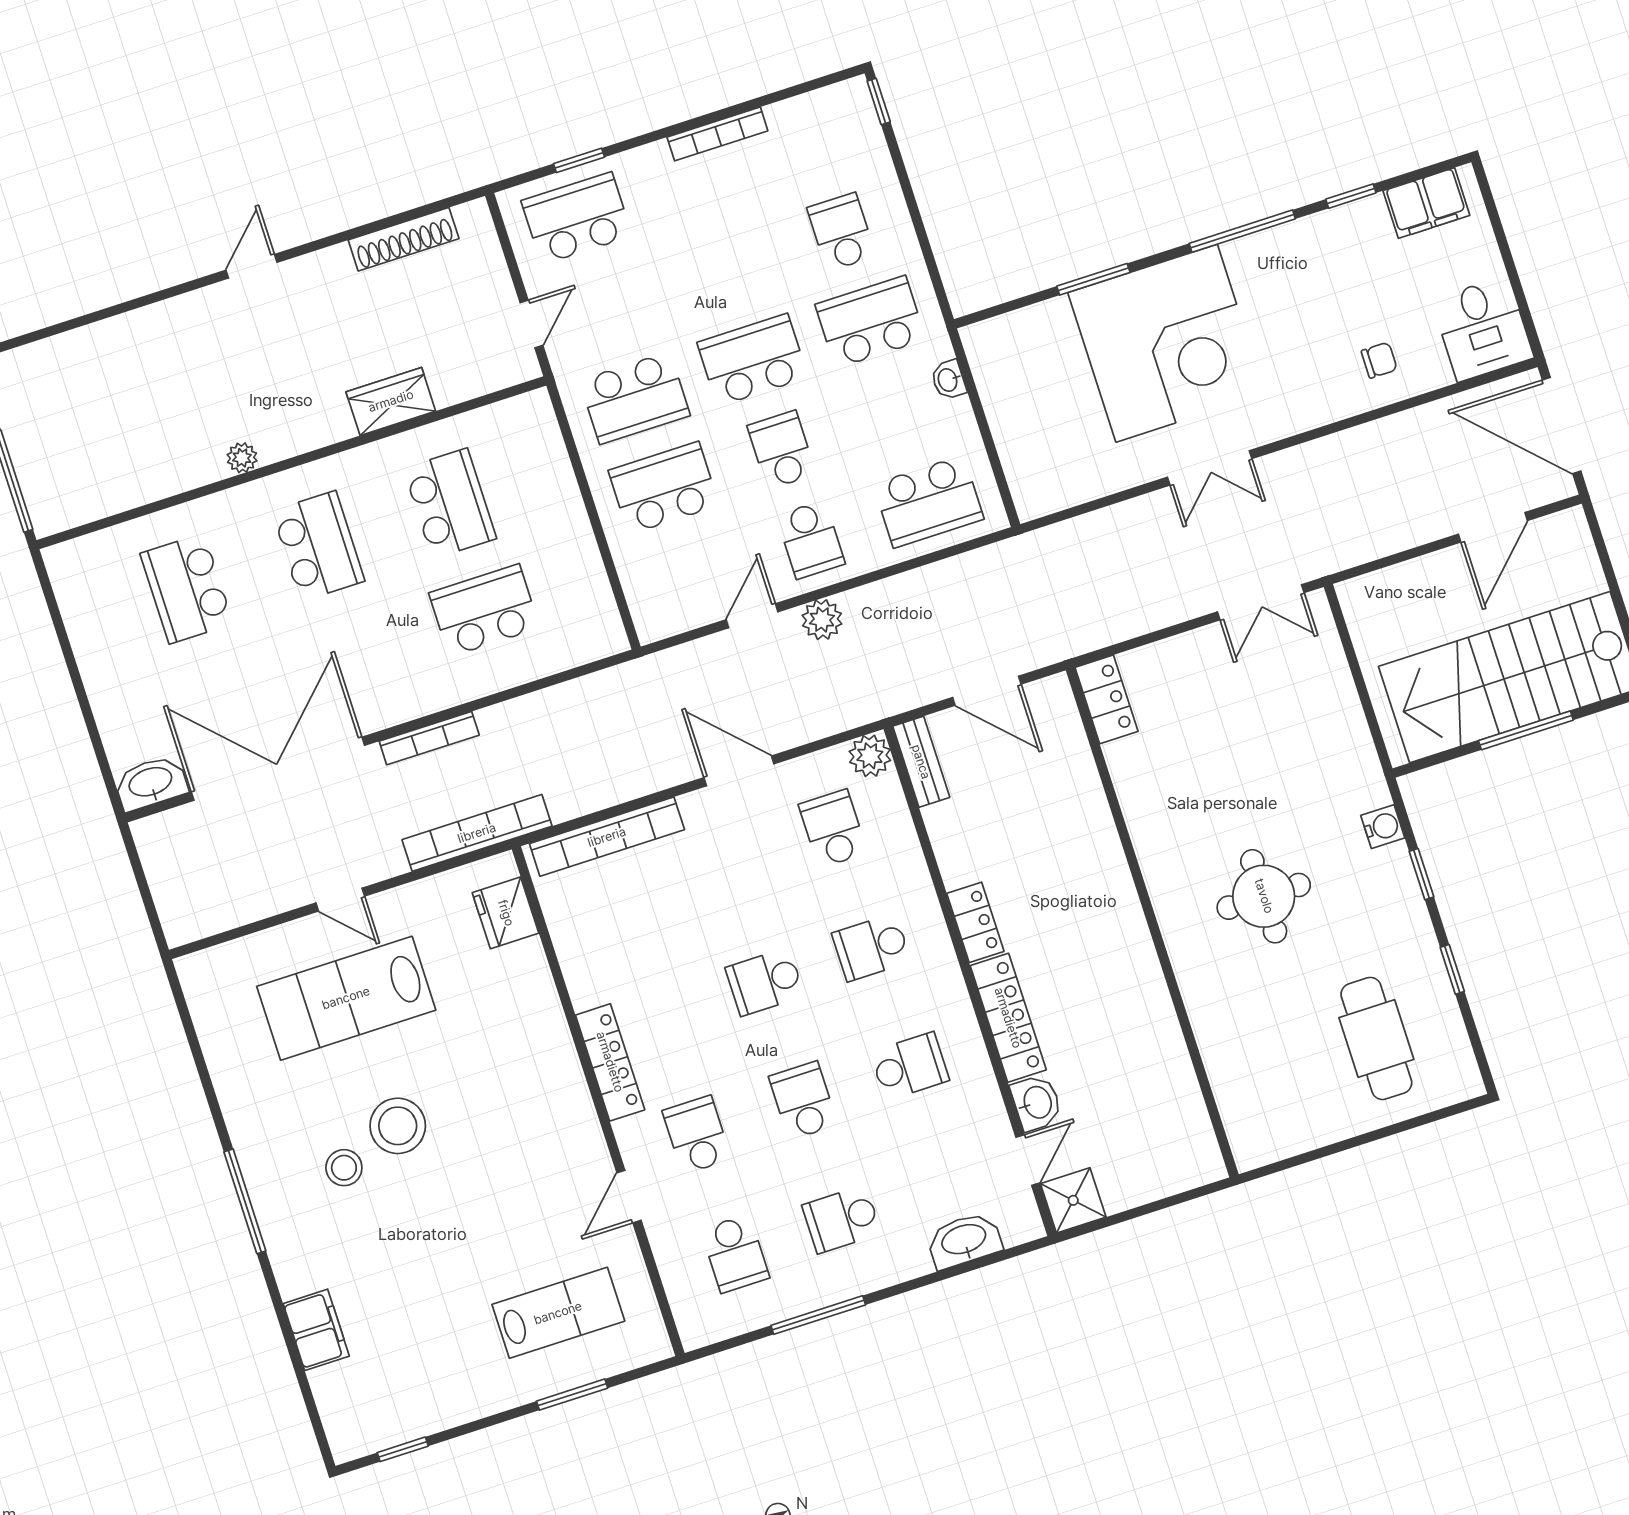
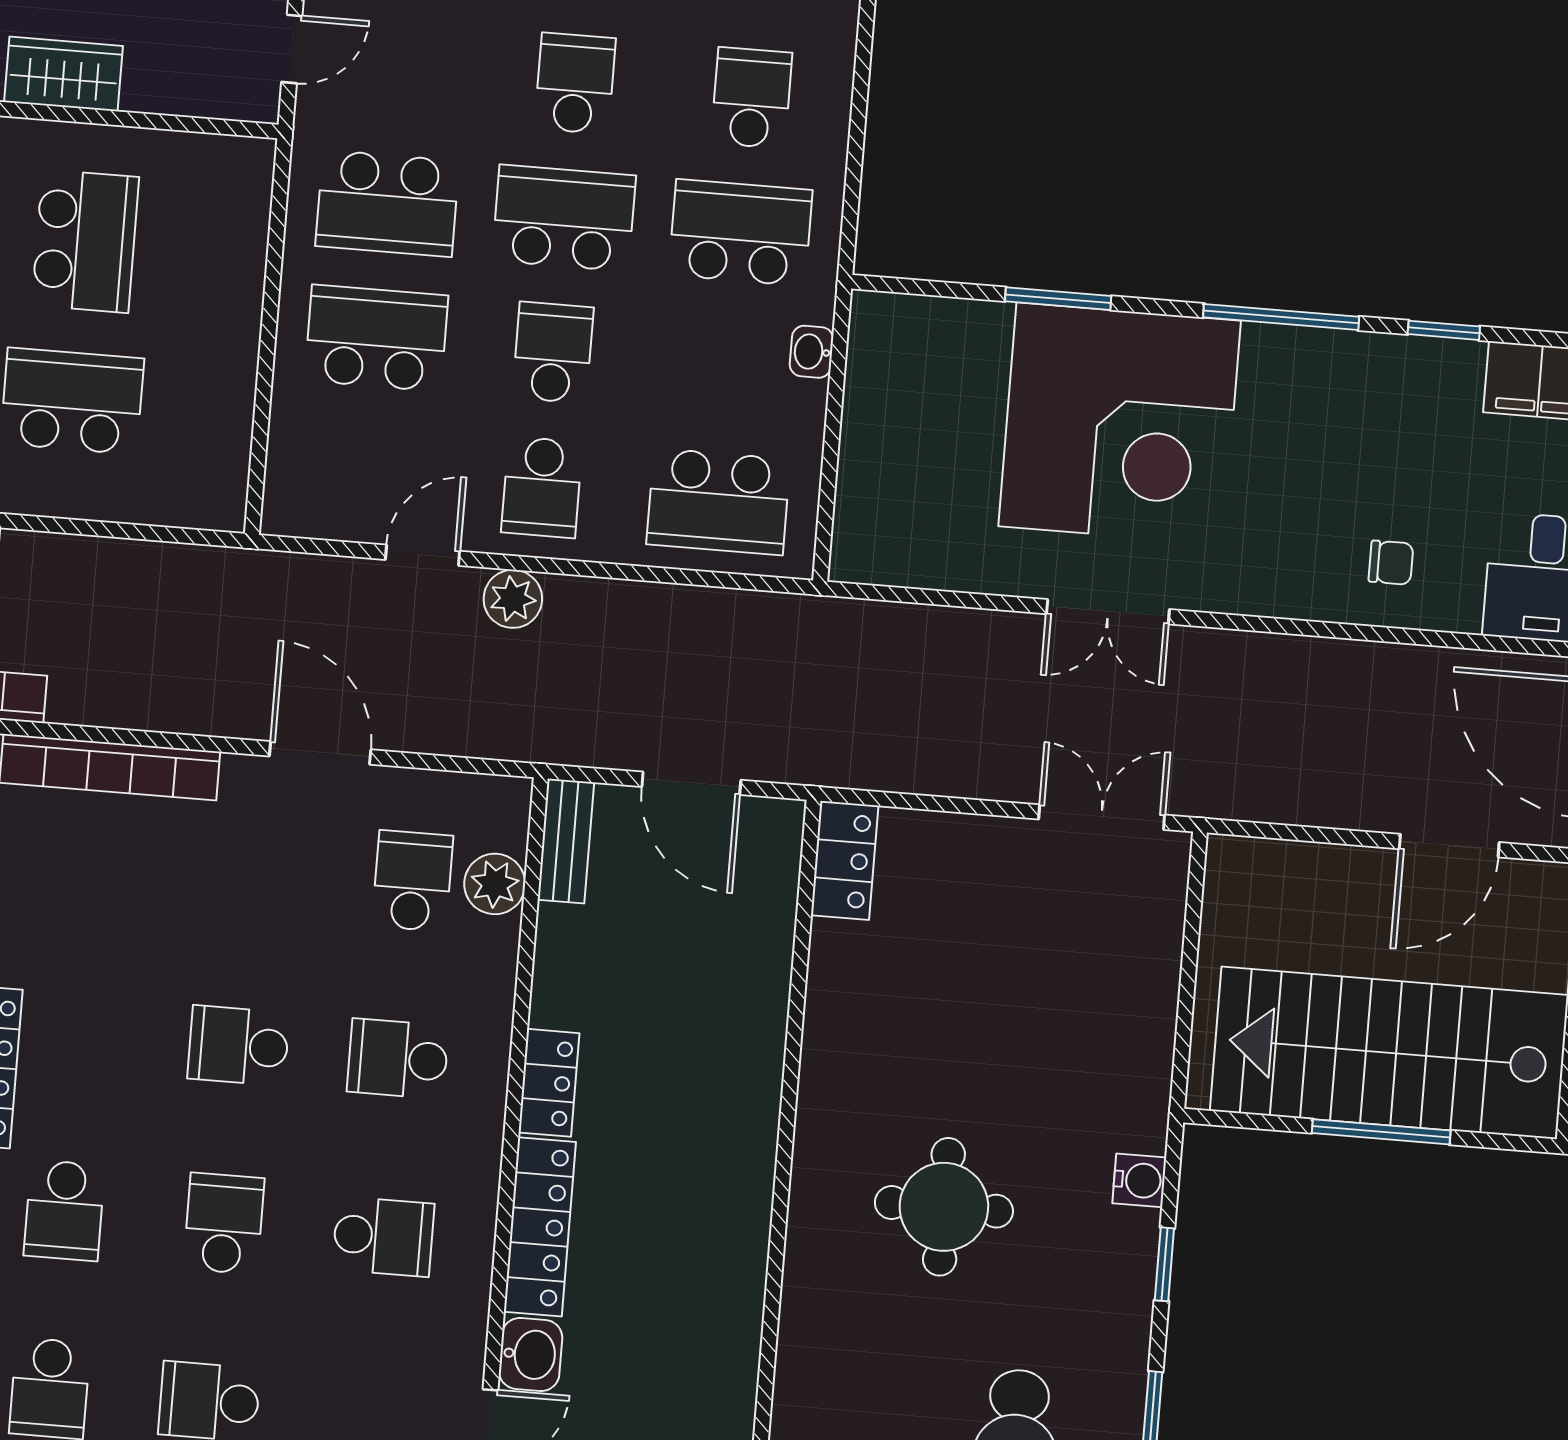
school desk: (724, 270) -> (575, 83), added
double door: (1261, 602) -> (1102, 817), swing flipped
plant: (870, 756) -> (495, 884), moved
school desk: (697, 1135) -> (64, 1210), turned 180

